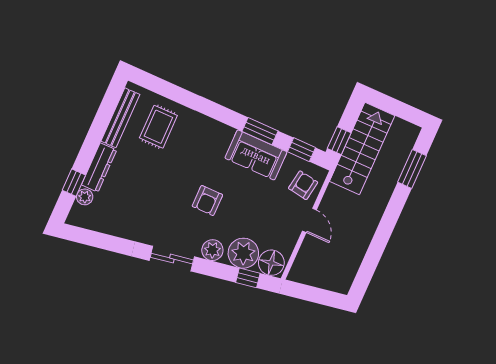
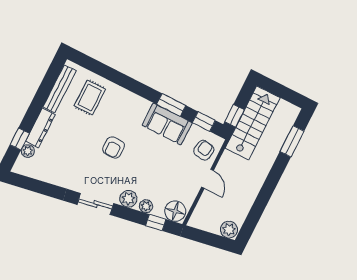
armchair: (207, 201) -> (114, 147), moved
plant: (243, 253) -> (146, 206), width x0.53, depth x0.53
plant: (339, 282) -> (229, 230), added

